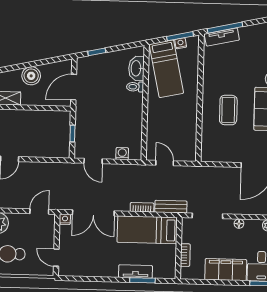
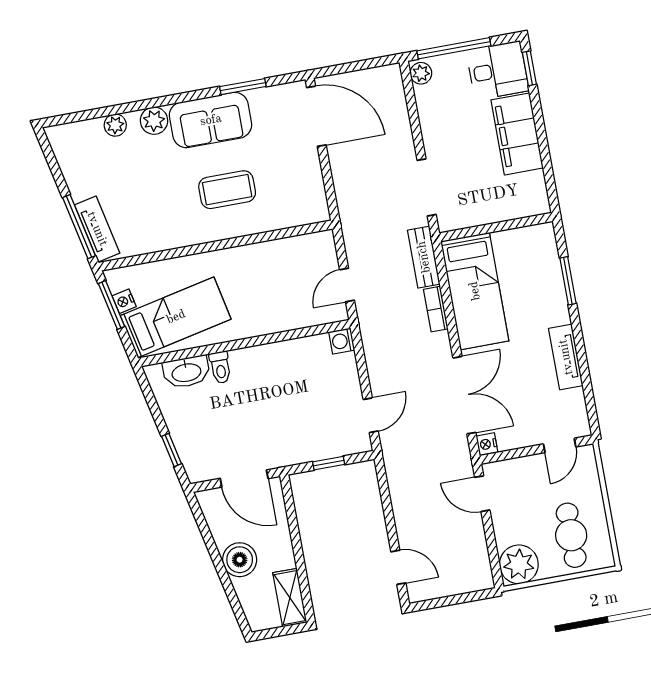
washing machine: (122, 154) -> (342, 341), moved
floor lamp: (239, 224) -> (429, 127), removed
bookcase: (185, 255) -> (506, 213), removed
tv unit: (136, 272) -> (566, 357), moved

